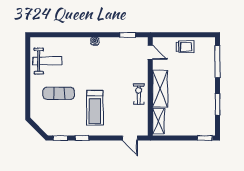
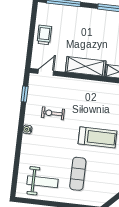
weight bench: (47, 61) -> (42, 182), turned 90
exercise bike: (139, 94) -> (53, 113), moved

